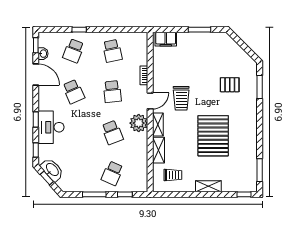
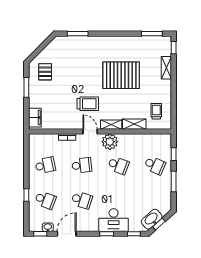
pallet: (230, 85) -> (45, 72), moved
school desk: (74, 92) -> (82, 200), turned 42
school desk: (112, 132) -> (118, 165), turned 42
shelving: (208, 186) -> (166, 68), moved

